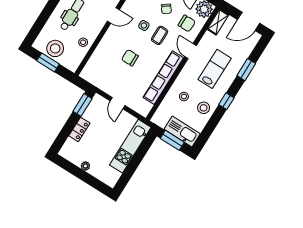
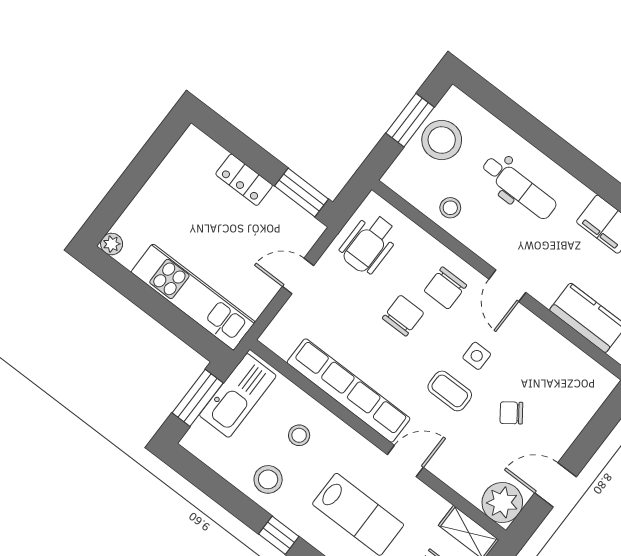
chair: (187, 23) -> (445, 288), moved
wheelchair: (101, 75) -> (369, 244), added
kitchen sink: (182, 132) -> (238, 395), moved
plant: (85, 166) -> (112, 244), moved

